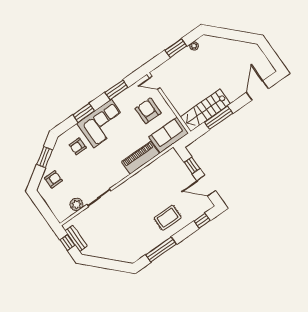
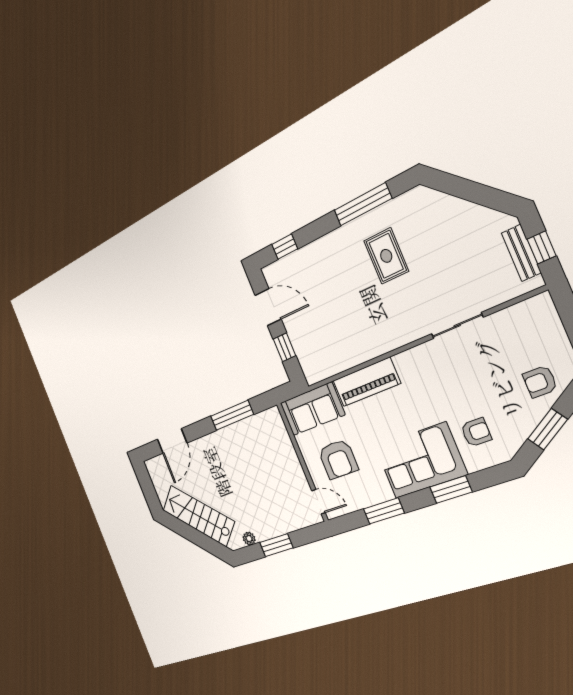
stairs: (205, 110) -> (198, 516), moved, turned -135
plant: (77, 204) -> (504, 322), removed
rug: (168, 218) -> (386, 256), moved, turned 90

